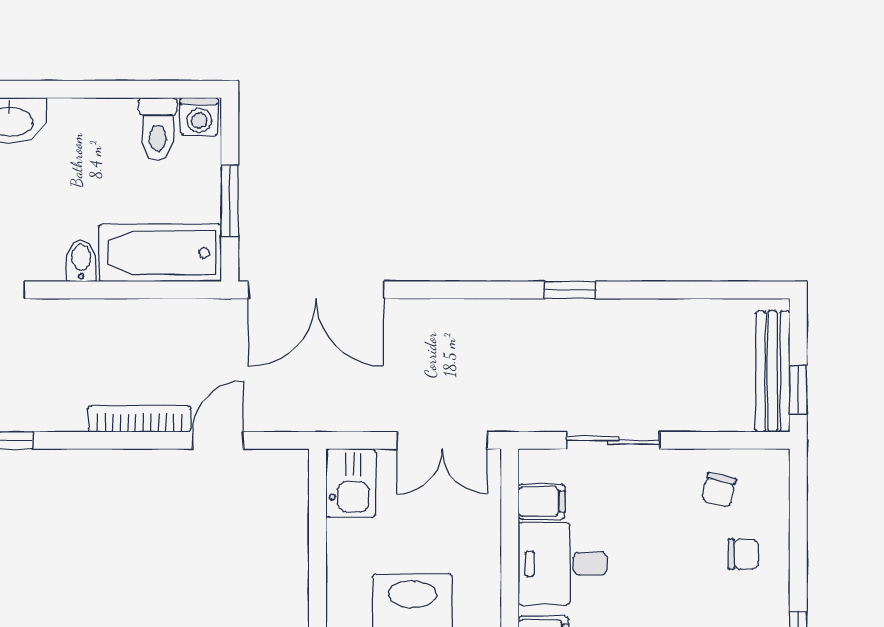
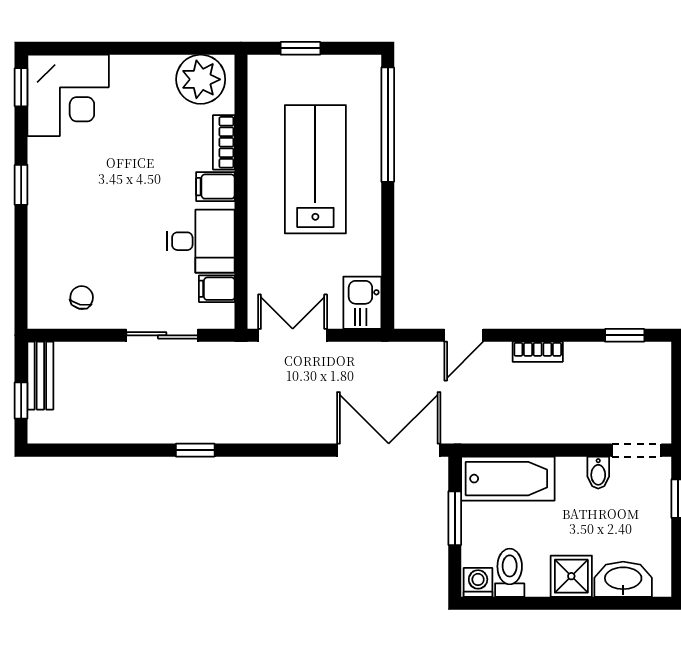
shower: (77, 125) -> (571, 576), added
bidet: (81, 260) -> (598, 473), moved
bench: (773, 371) -> (40, 376), width x0.73
window: (798, 390) -> (21, 401), moved
bookcase: (139, 419) -> (538, 352), width x0.64
chair: (743, 554) -> (63, 249), removed

